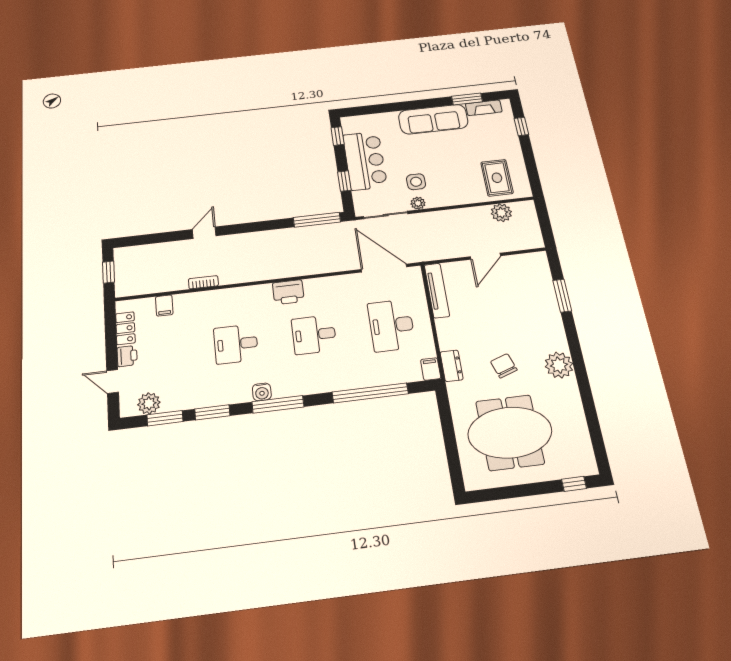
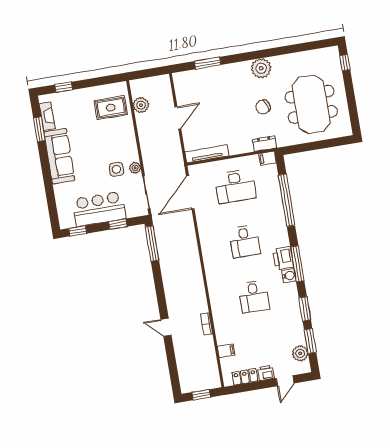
door: (485, 256) -> (178, 118), hinge flipped
printer: (288, 292) -> (283, 258), moved, turned 180

